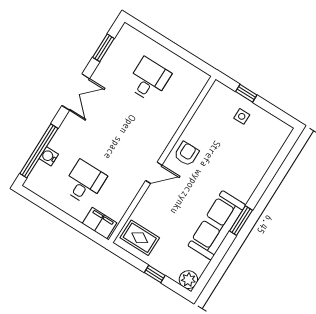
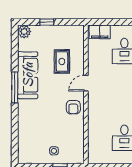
window: (241, 221) -> (15, 87), width x1.44
rug: (140, 238) -> (62, 62), moved, turned 90

